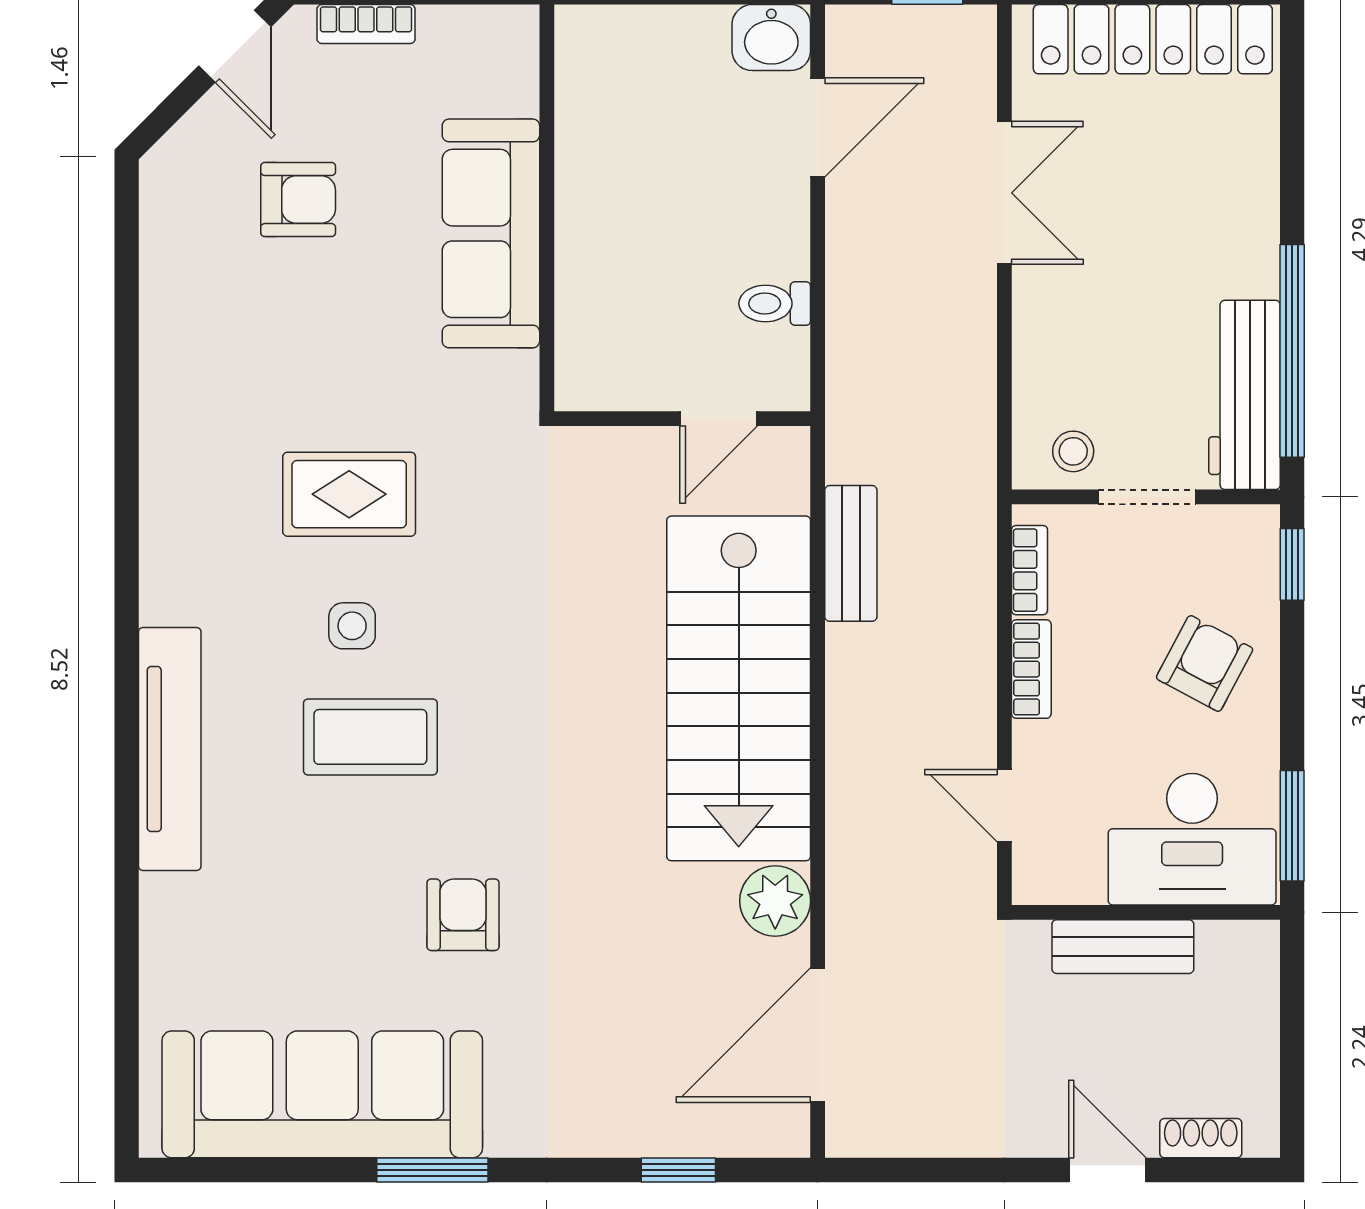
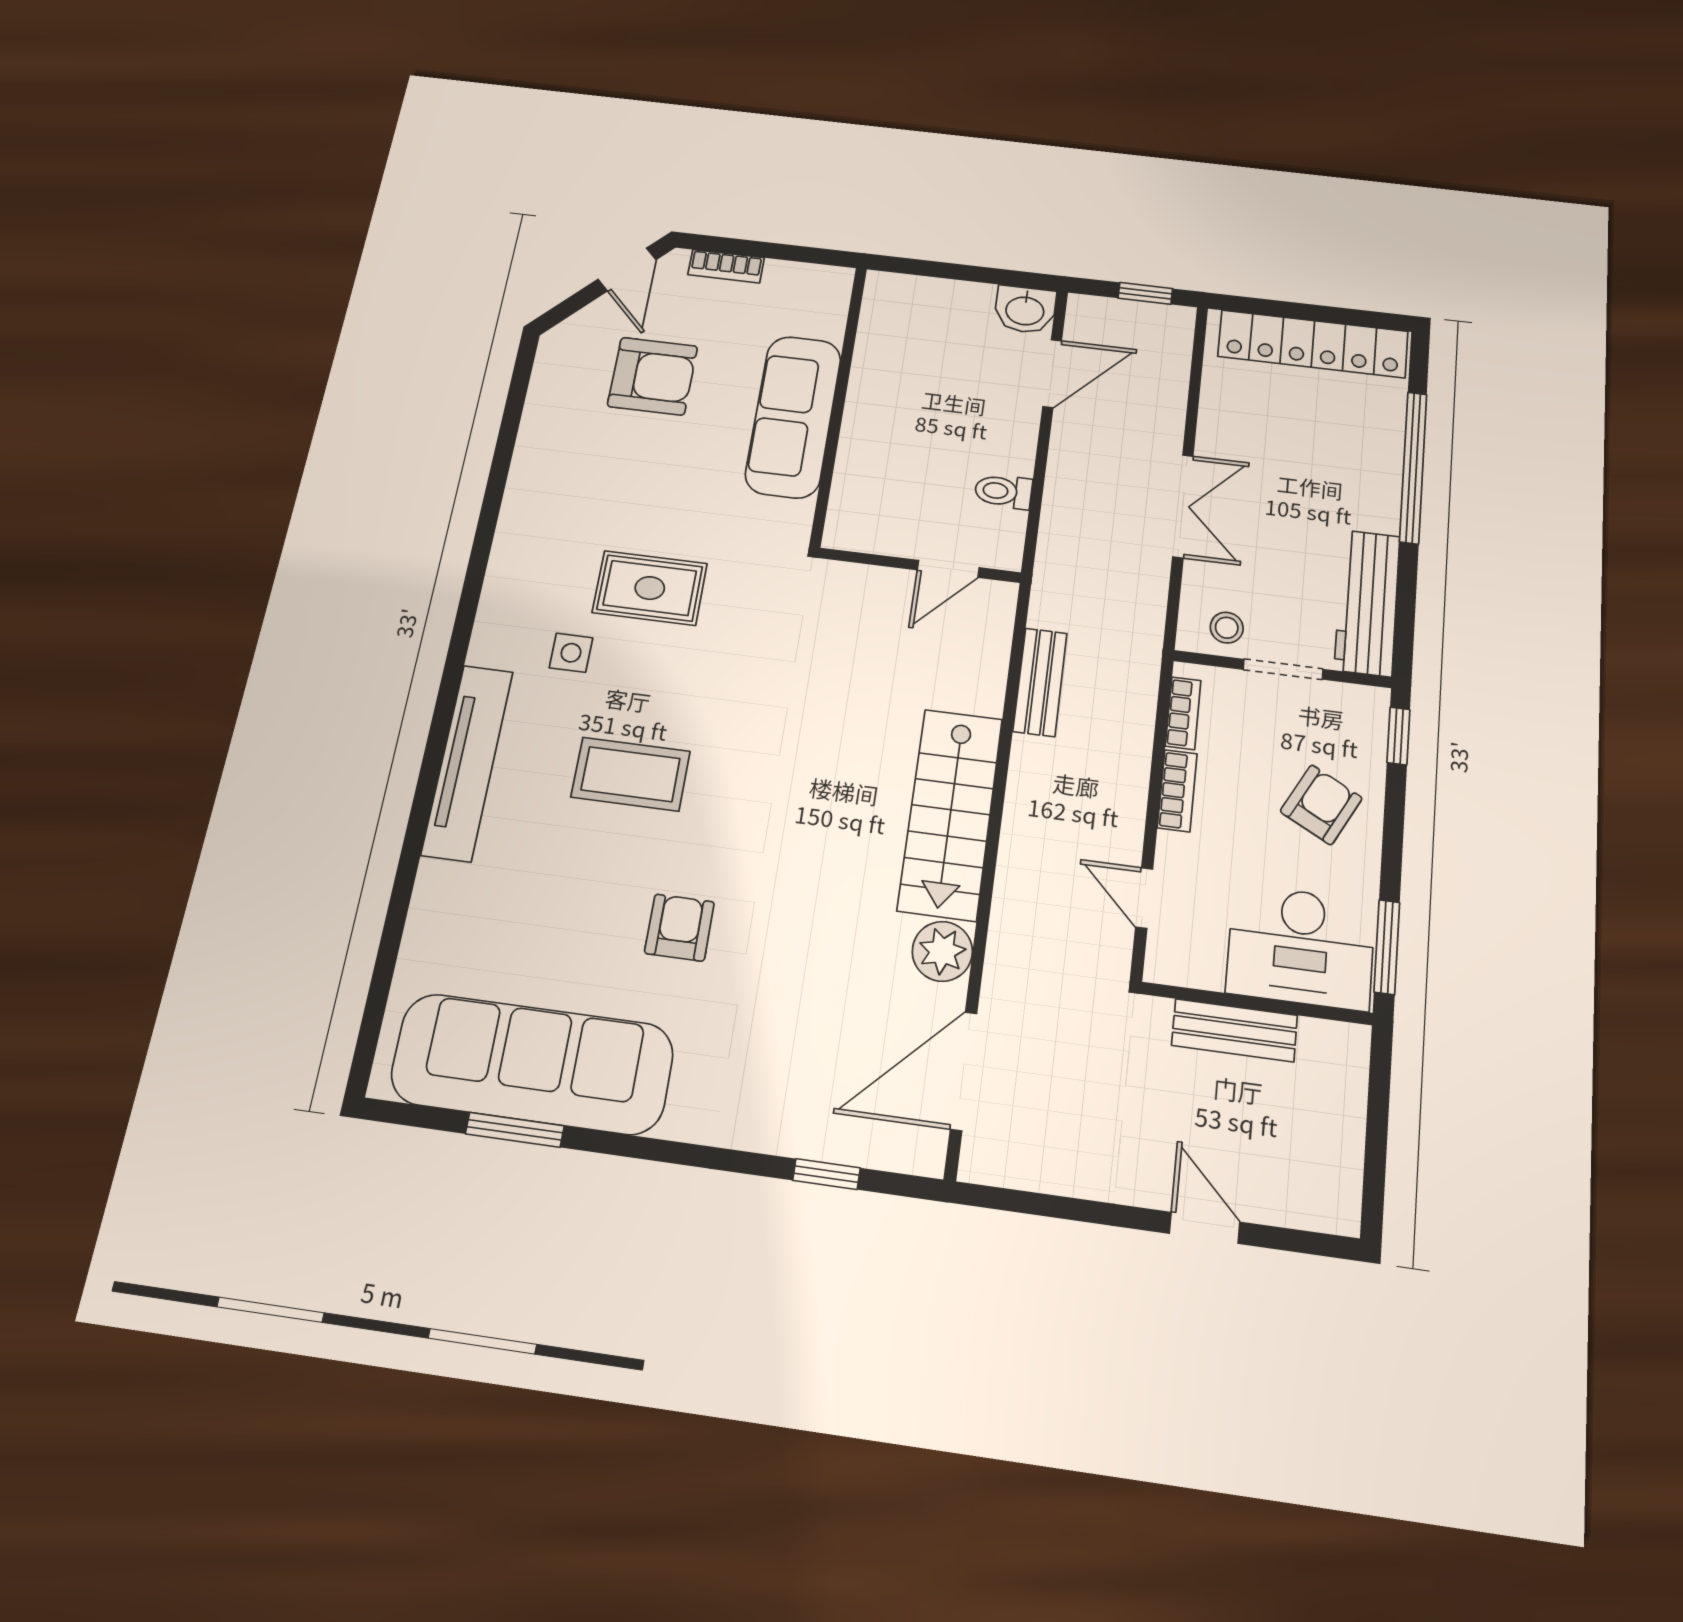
double door: (1004, 193) -> (1183, 506), moved
armchair: (298, 200) -> (653, 376), width x1.38, depth x1.38
window: (1292, 351) -> (1413, 467), moved
side table: (352, 626) -> (571, 653), moved
stairs: (739, 688) -> (950, 814), width x0.73, depth x0.66
shoe rack: (1201, 1138) -> (1290, 1210), removed
window: (432, 1170) -> (515, 1130), moved

